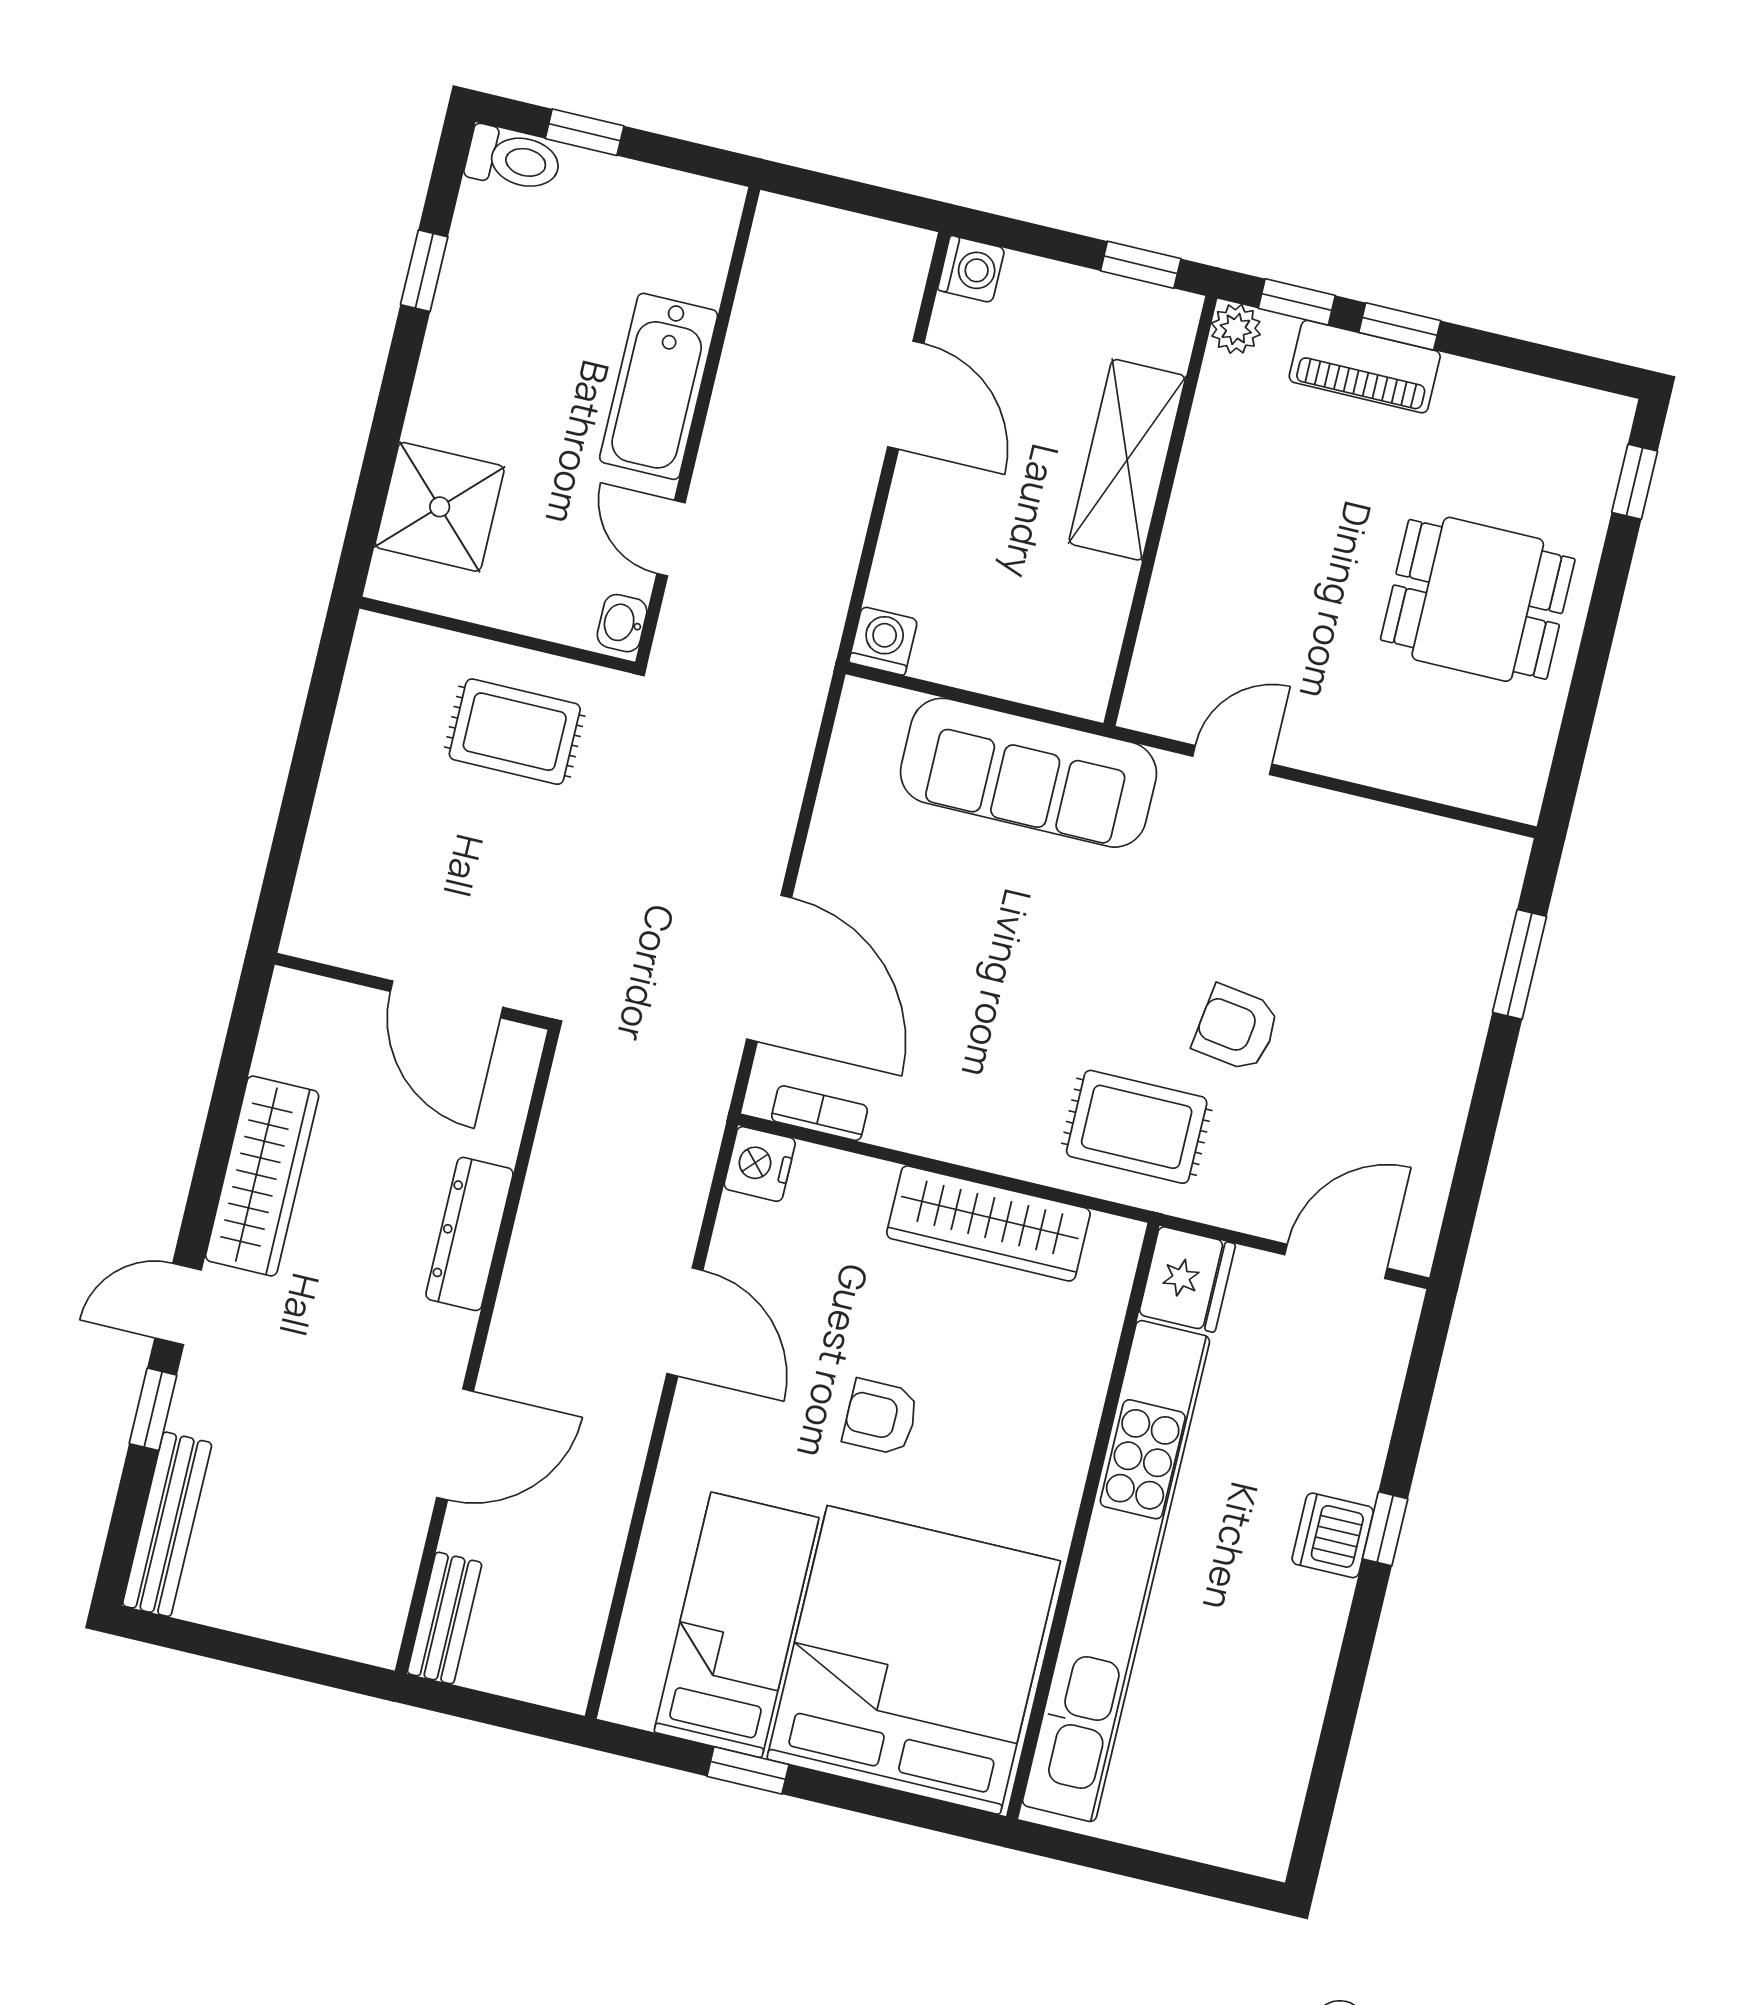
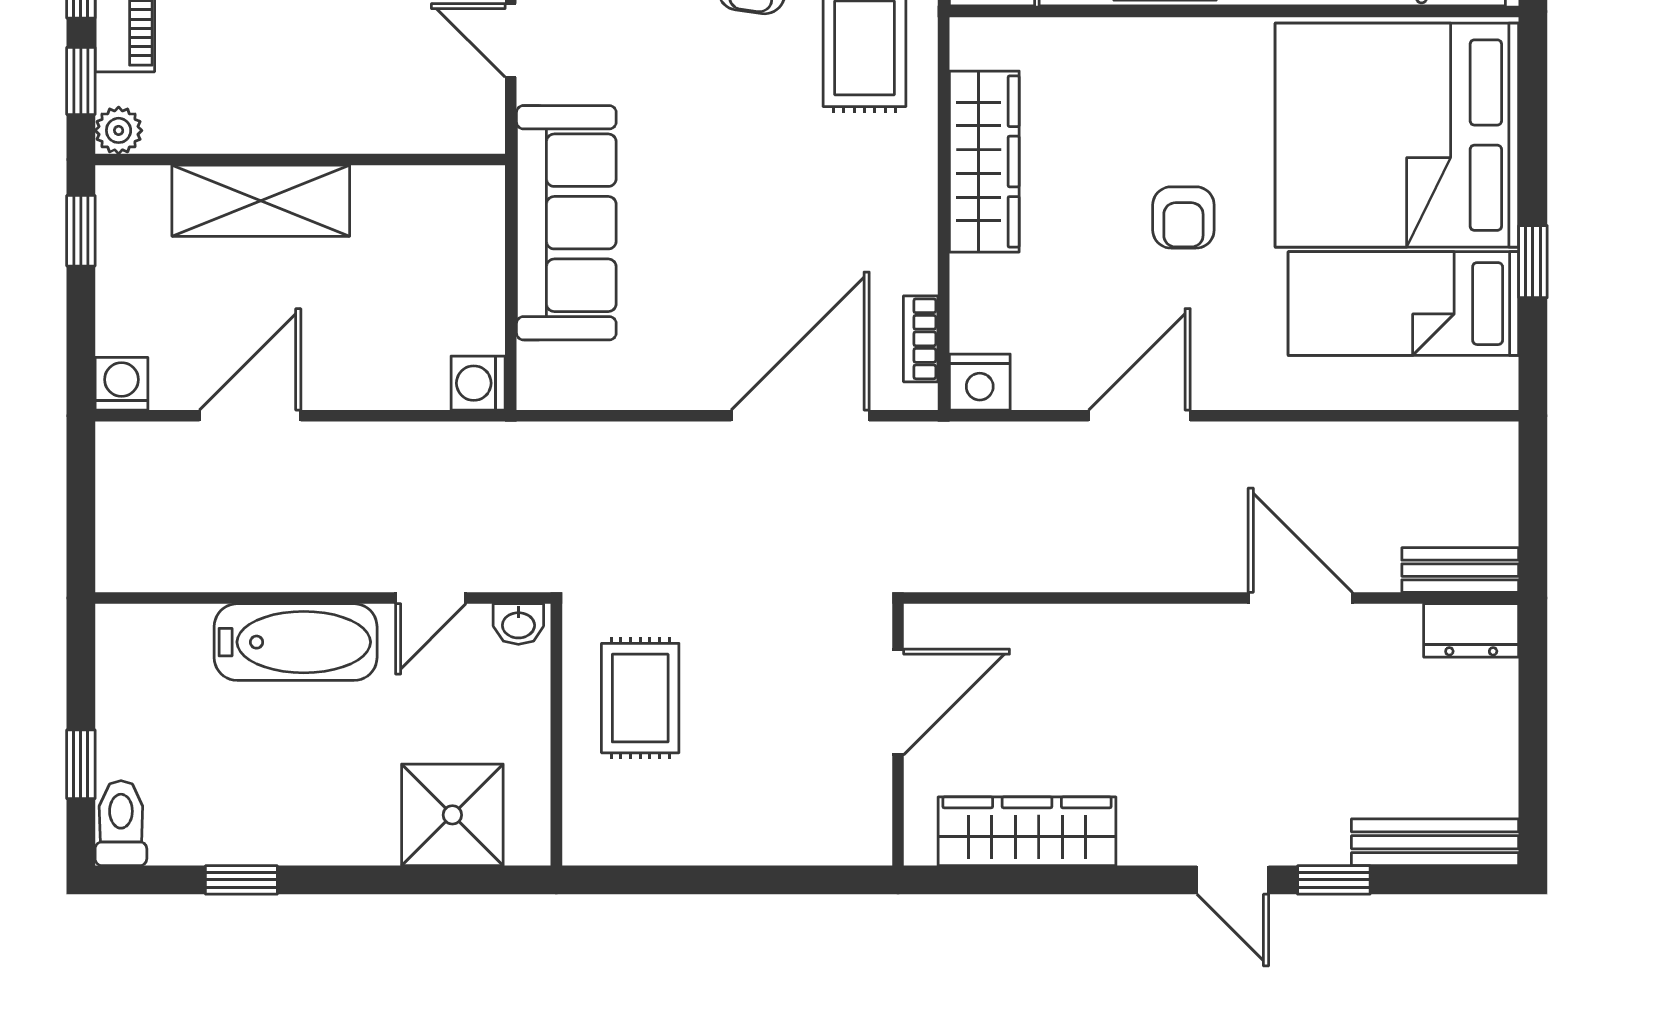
wardrobe: (262, 1176) -> (1027, 831), moved
dresser: (469, 1234) -> (1471, 630), moved, width x0.70

